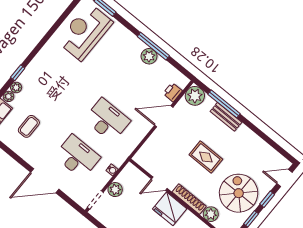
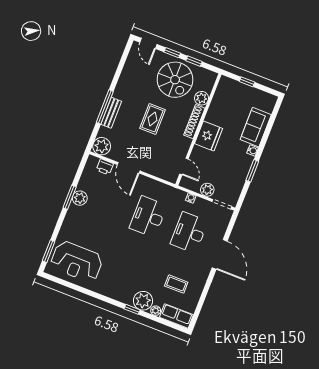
window: (153, 46) -> (70, 197), width x0.69
plant: (16, 87) -> (143, 301), width x1.87, depth x1.87
window: (224, 104) -> (105, 107), moved
door: (159, 184) -> (184, 167), moved
spiral stairs: (239, 193) -> (175, 80), turned -90

